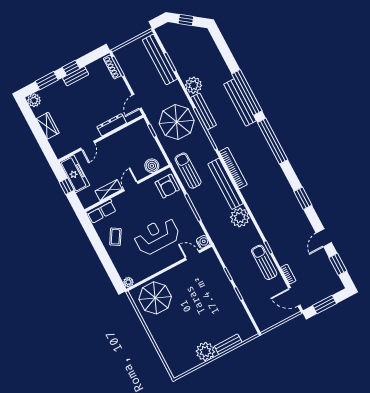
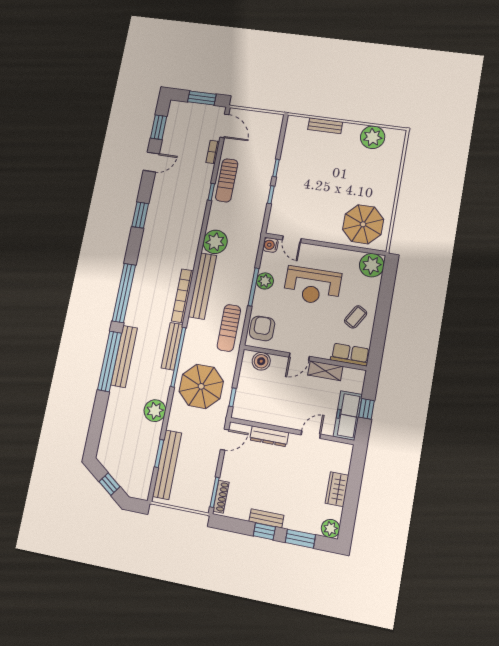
bench: (204, 111) -> (172, 346), moved
plant: (189, 217) -> (265, 281), added
plant: (128, 282) -> (372, 265), width x1.87, depth x1.87
plant: (205, 351) -> (373, 137), moved

